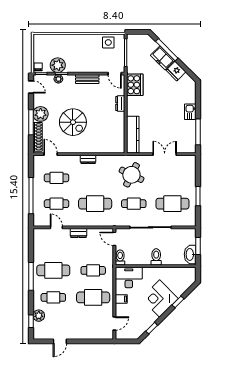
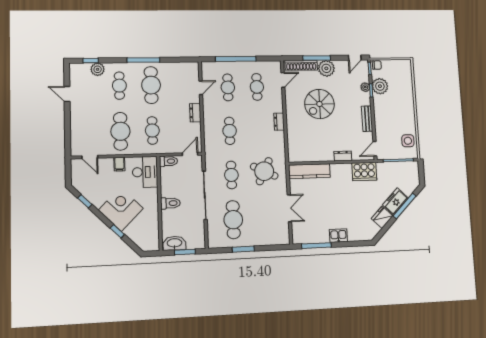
cafe table: (95, 204) -> (230, 131), width x0.73, depth x0.74

